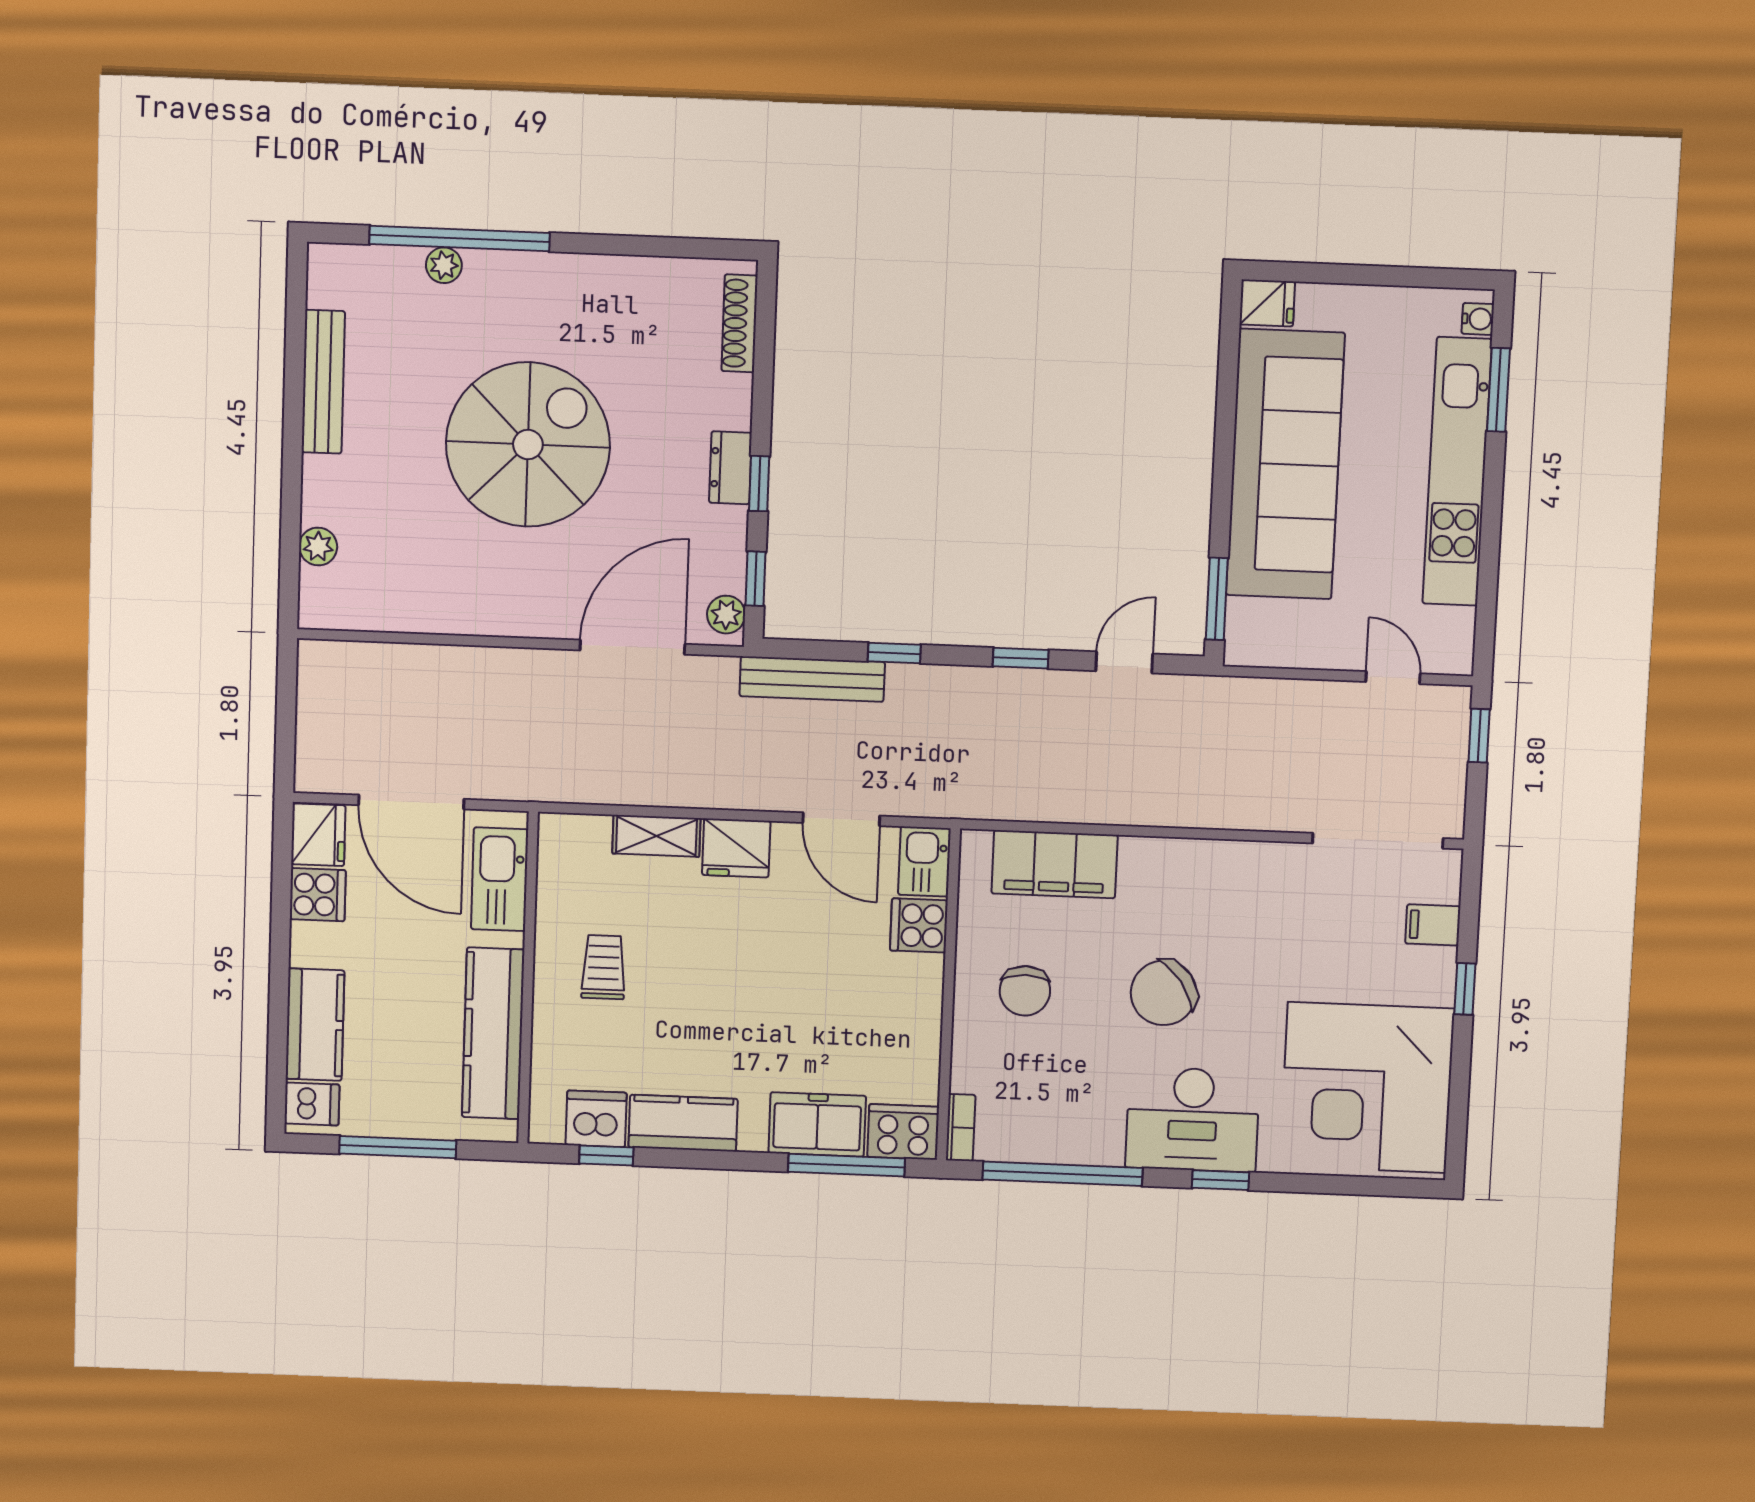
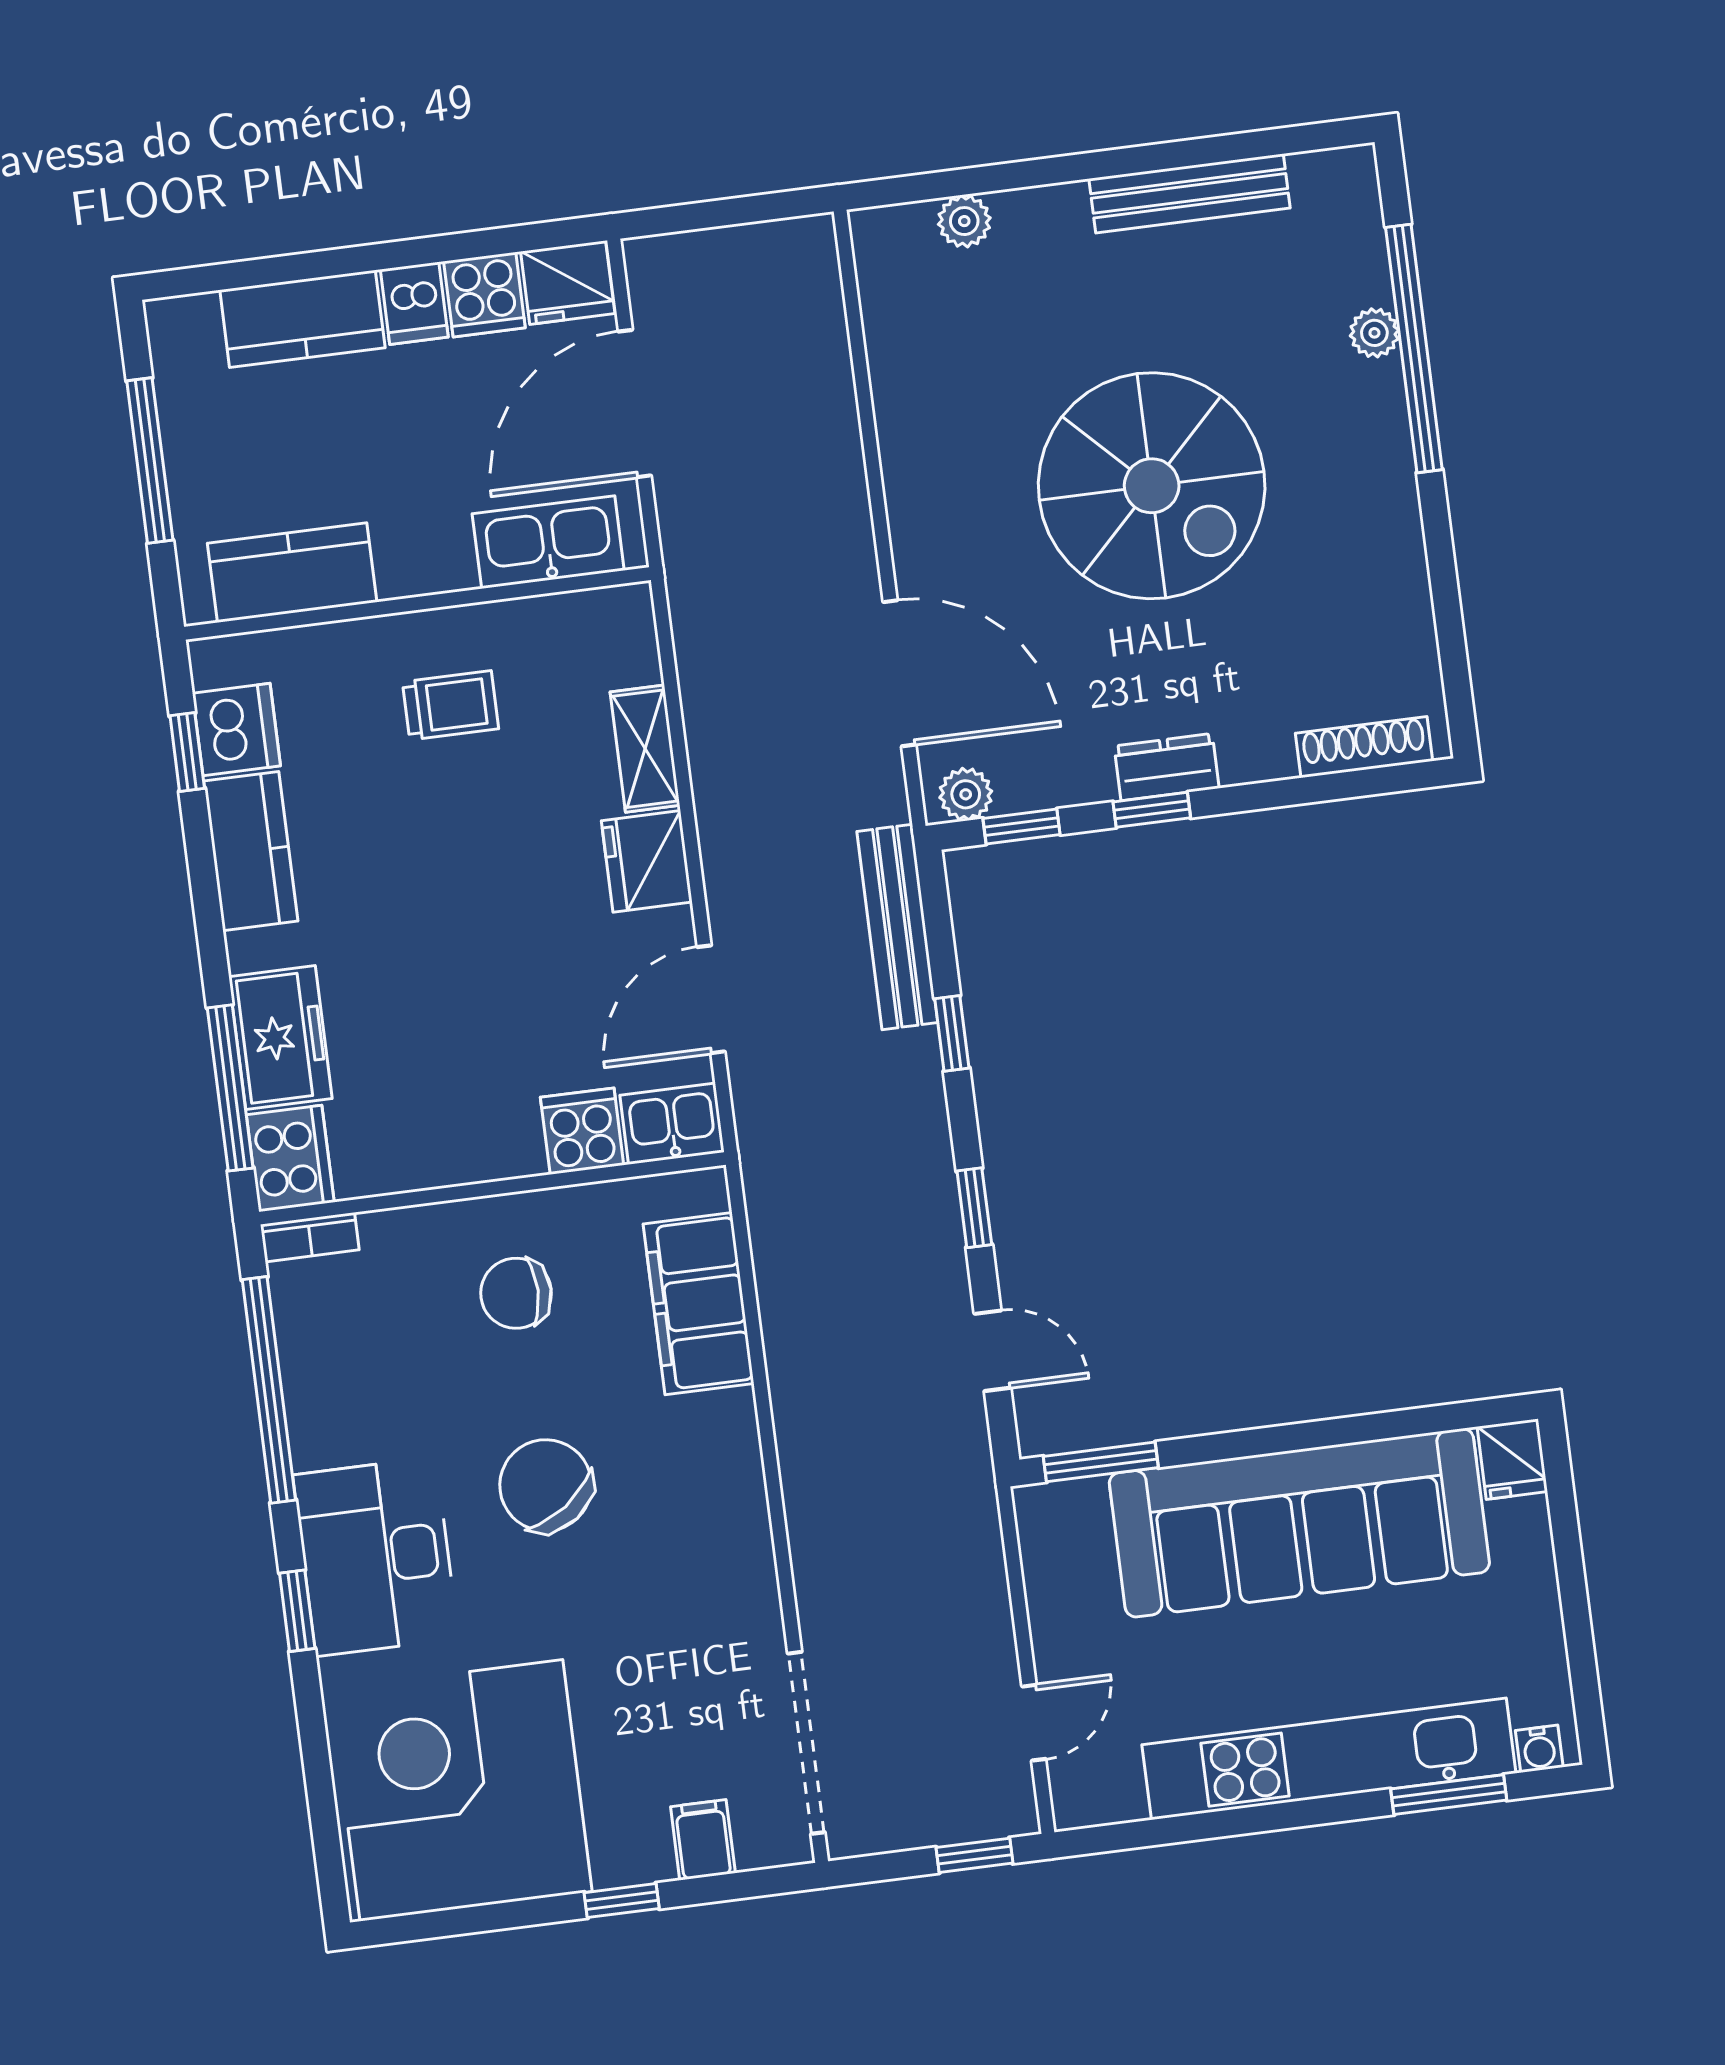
kitchen counter: (493, 1033) -> (292, 573), width x0.67
dishwasher: (312, 1104) -> (414, 303), moved

